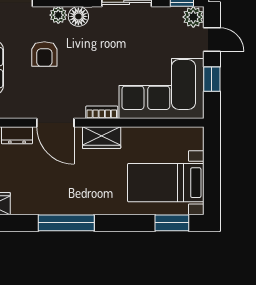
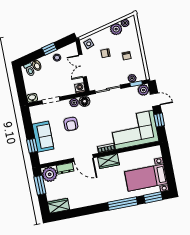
window: (66, 223) -> (123, 203), moved

